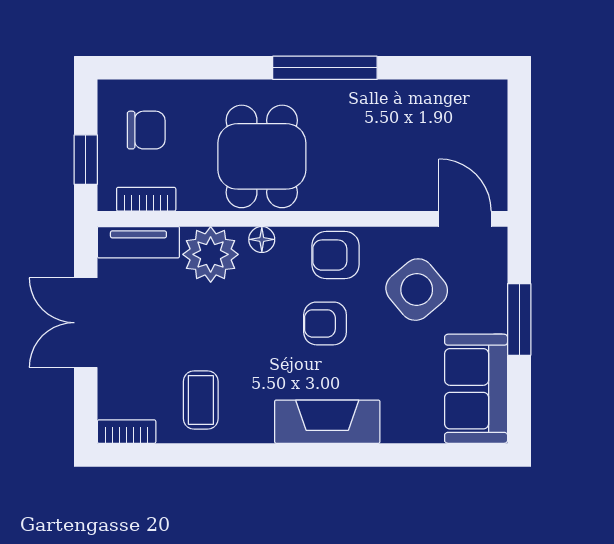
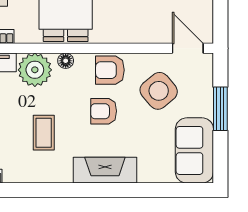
coffee table: (201, 400) -> (44, 133), moved

